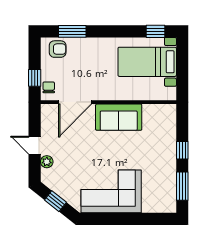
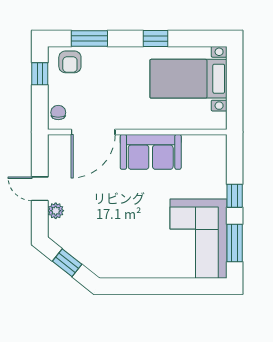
window: (156, 31) -> (155, 38), moved
armchair: (58, 49) -> (70, 62), turned 90
window: (35, 78) -> (40, 74), moved
corner sofa: (111, 191) -> (198, 239), moved, turned -90

